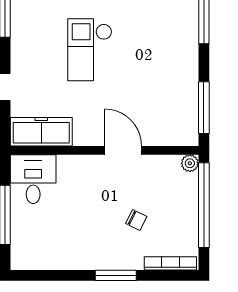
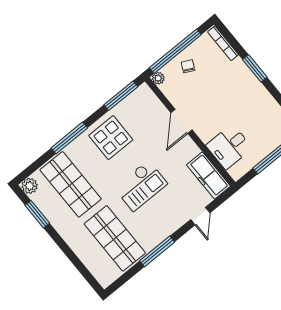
display table: (168, 60) -> (111, 138), added
desk: (33, 179) -> (229, 147), moved
chair: (136, 220) -> (188, 66), moved

